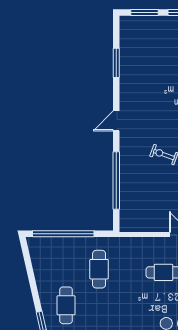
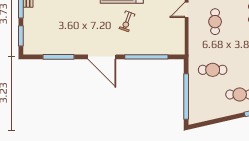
window: (116, 63) -> (59, 57), width x1.44
door: (116, 121) -> (102, 57), width x1.88

